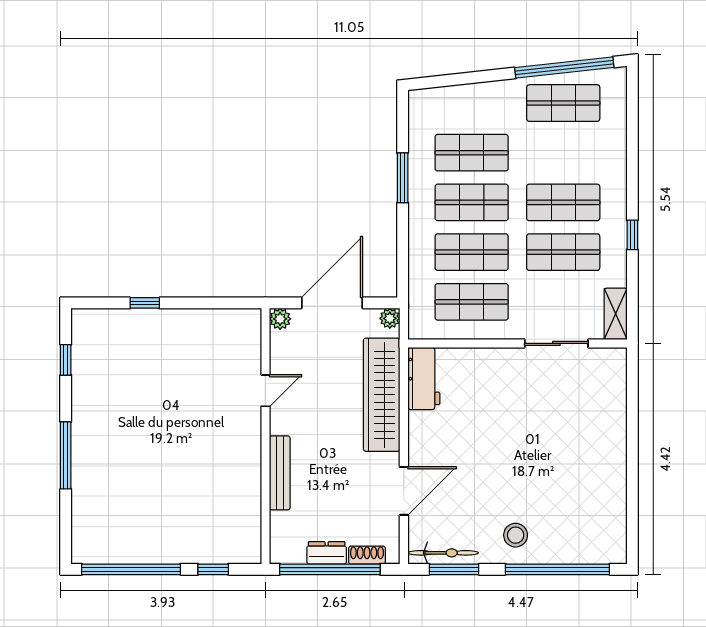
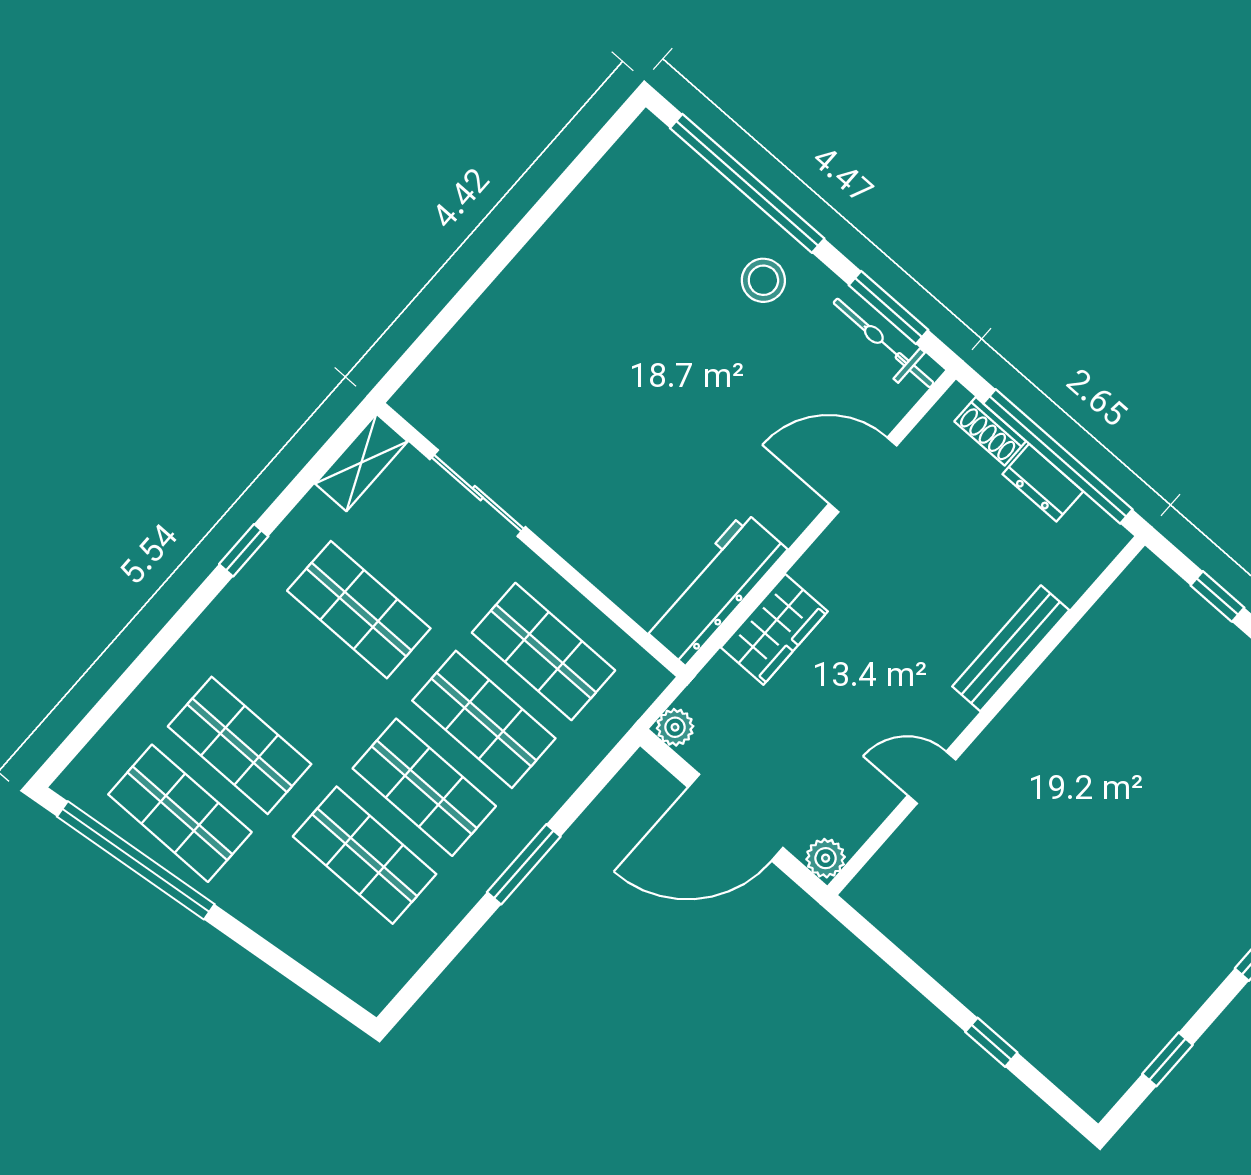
window: (403, 178) -> (524, 864), moved
shop shelf: (563, 202) -> (240, 745), moved
workbench: (424, 378) -> (715, 588), width x1.38
wardrobe: (382, 395) -> (774, 629), width x0.48, depth x0.85

